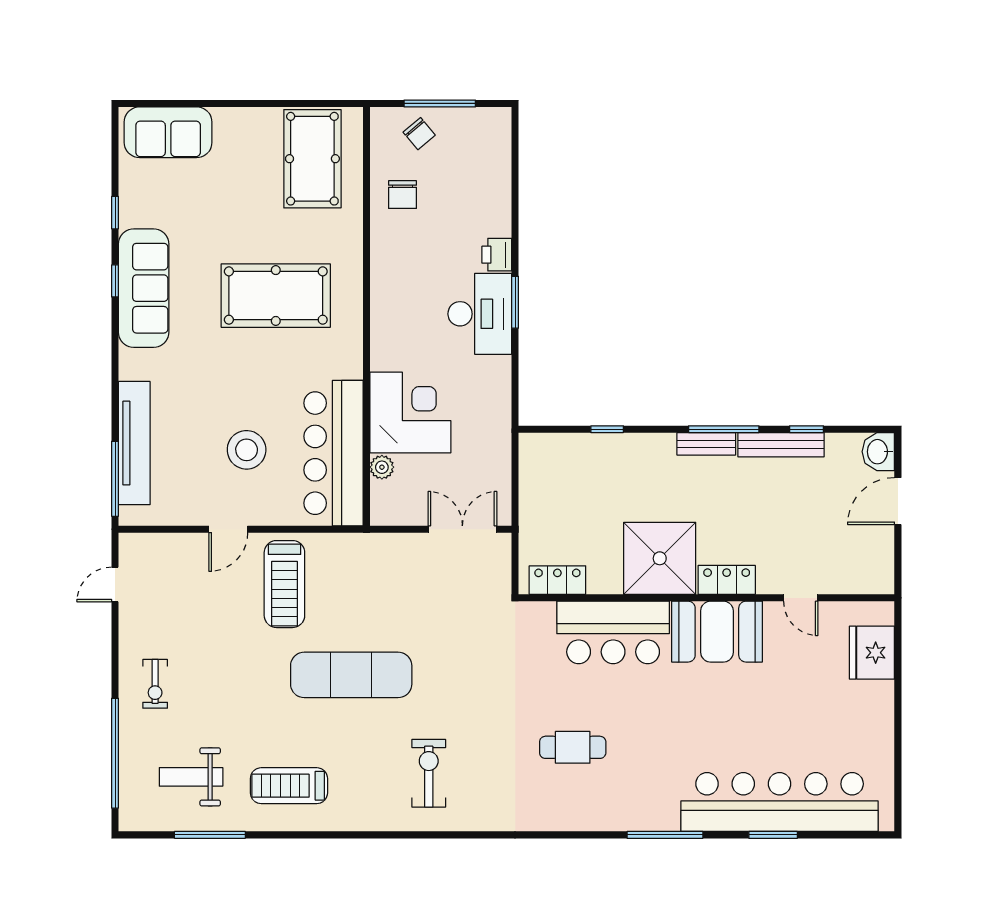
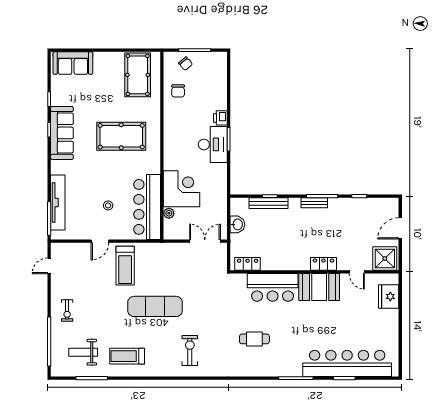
bench: (781, 445) -> (269, 203), moved
stool: (247, 450) -> (108, 205), width x0.53, depth x0.53
washbasin: (878, 452) -> (237, 224), moved, turned 180
shower: (660, 558) -> (385, 258), moved, width x0.73, depth x0.73

